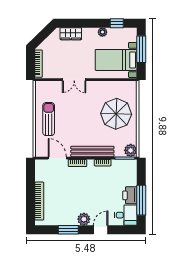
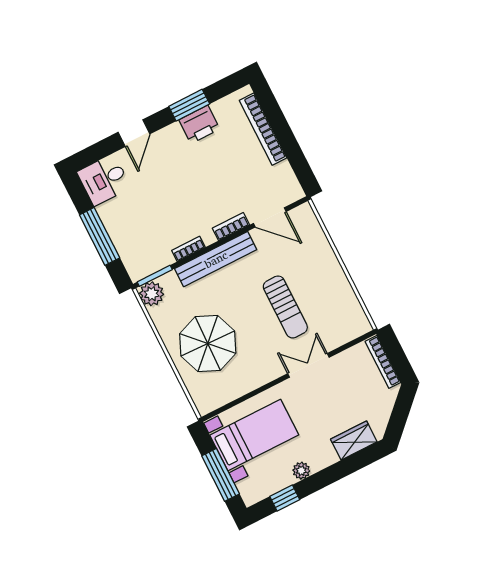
sun lounger: (49, 119) -> (285, 307), moved
printer: (130, 195) -> (199, 124), moved, turned 90
window: (141, 200) -> (100, 236), moved
plant: (84, 219) -> (172, 137), removed

